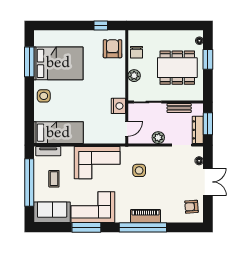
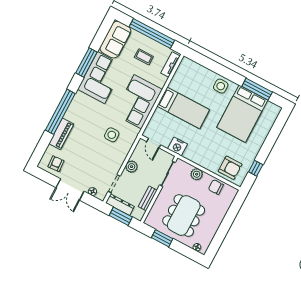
window: (208, 59) -> (162, 238), moved
bed: (58, 133) -> (183, 108), moved, turned -90
piano: (146, 216) -> (61, 134), moved

